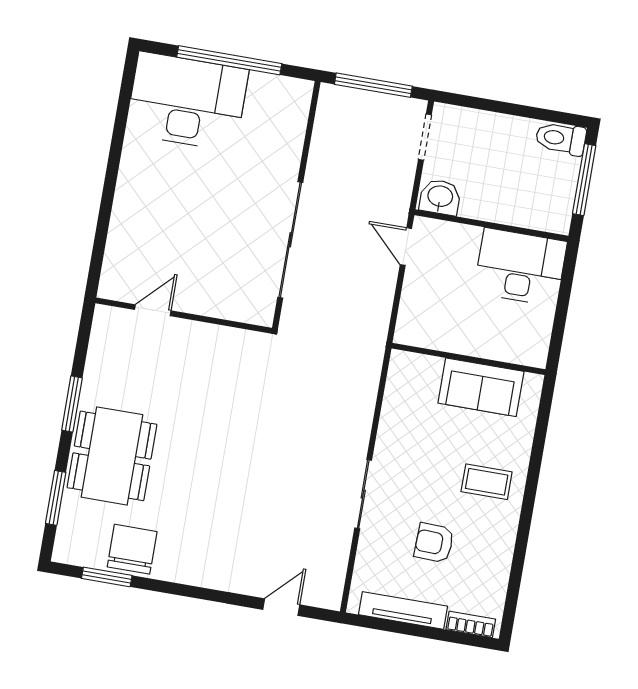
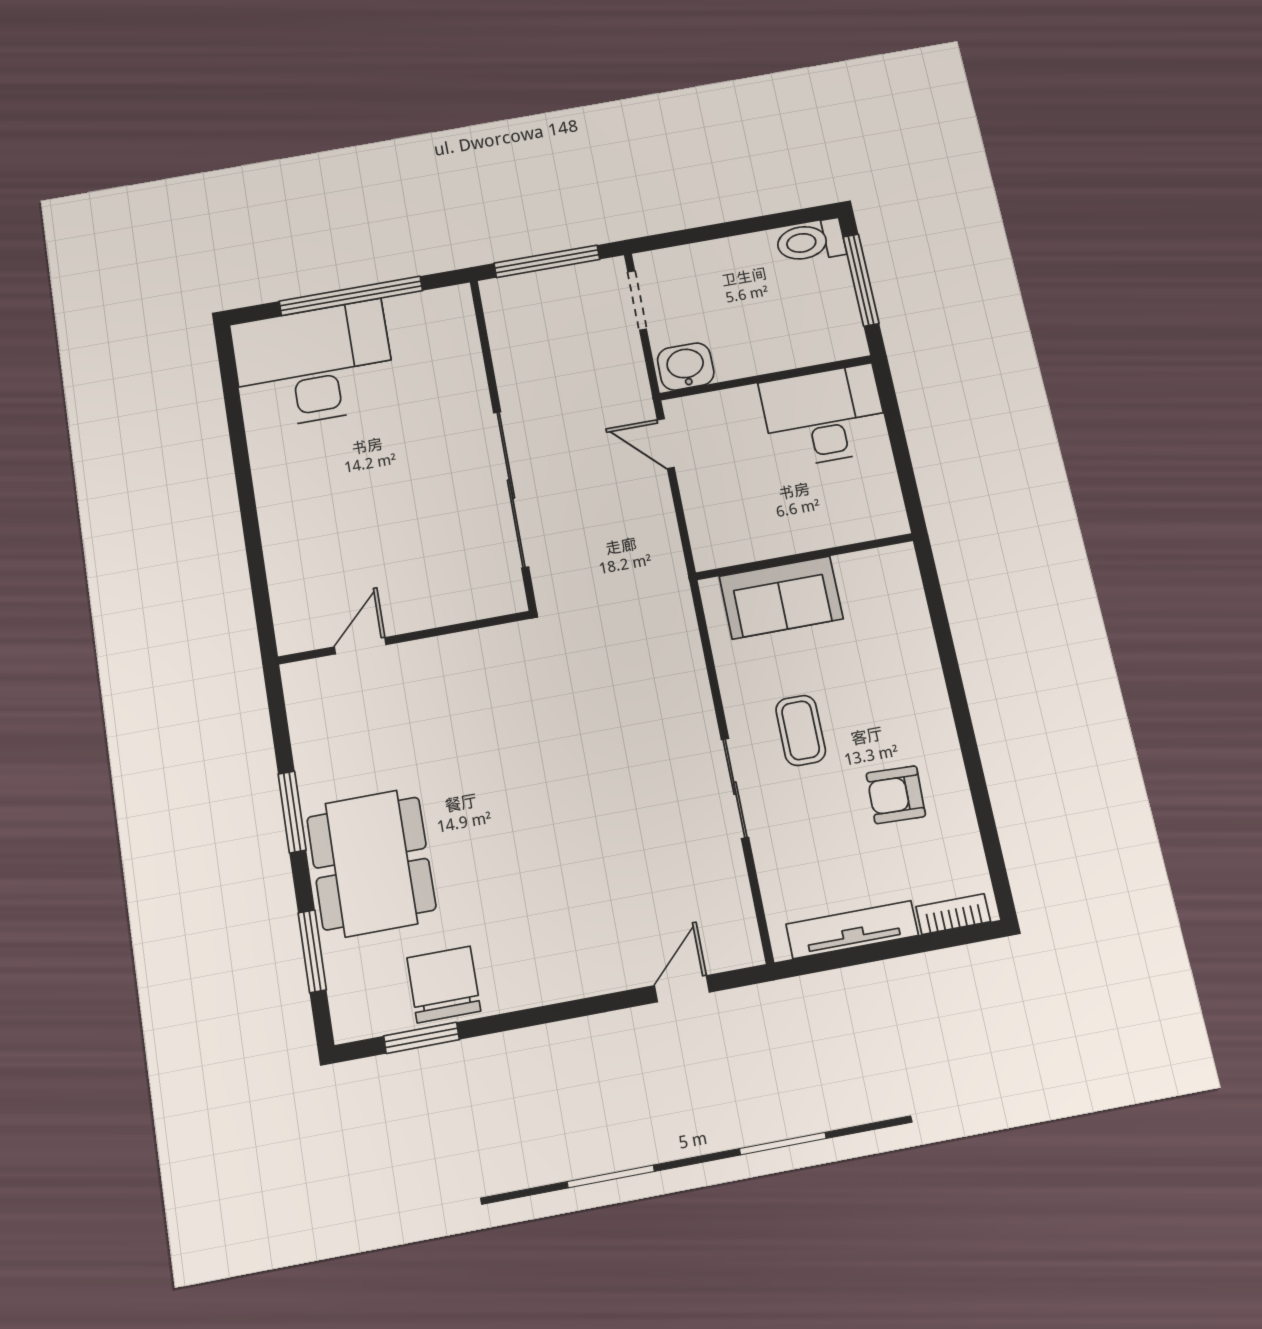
sofa: (481, 387) -> (781, 598), moved
coffee table: (487, 482) -> (801, 730), moved, turned 90
armchair: (434, 543) -> (896, 795), moved

